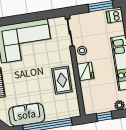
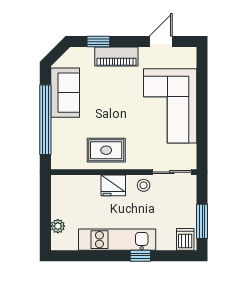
window: (104, 116) -> (45, 202), removed

